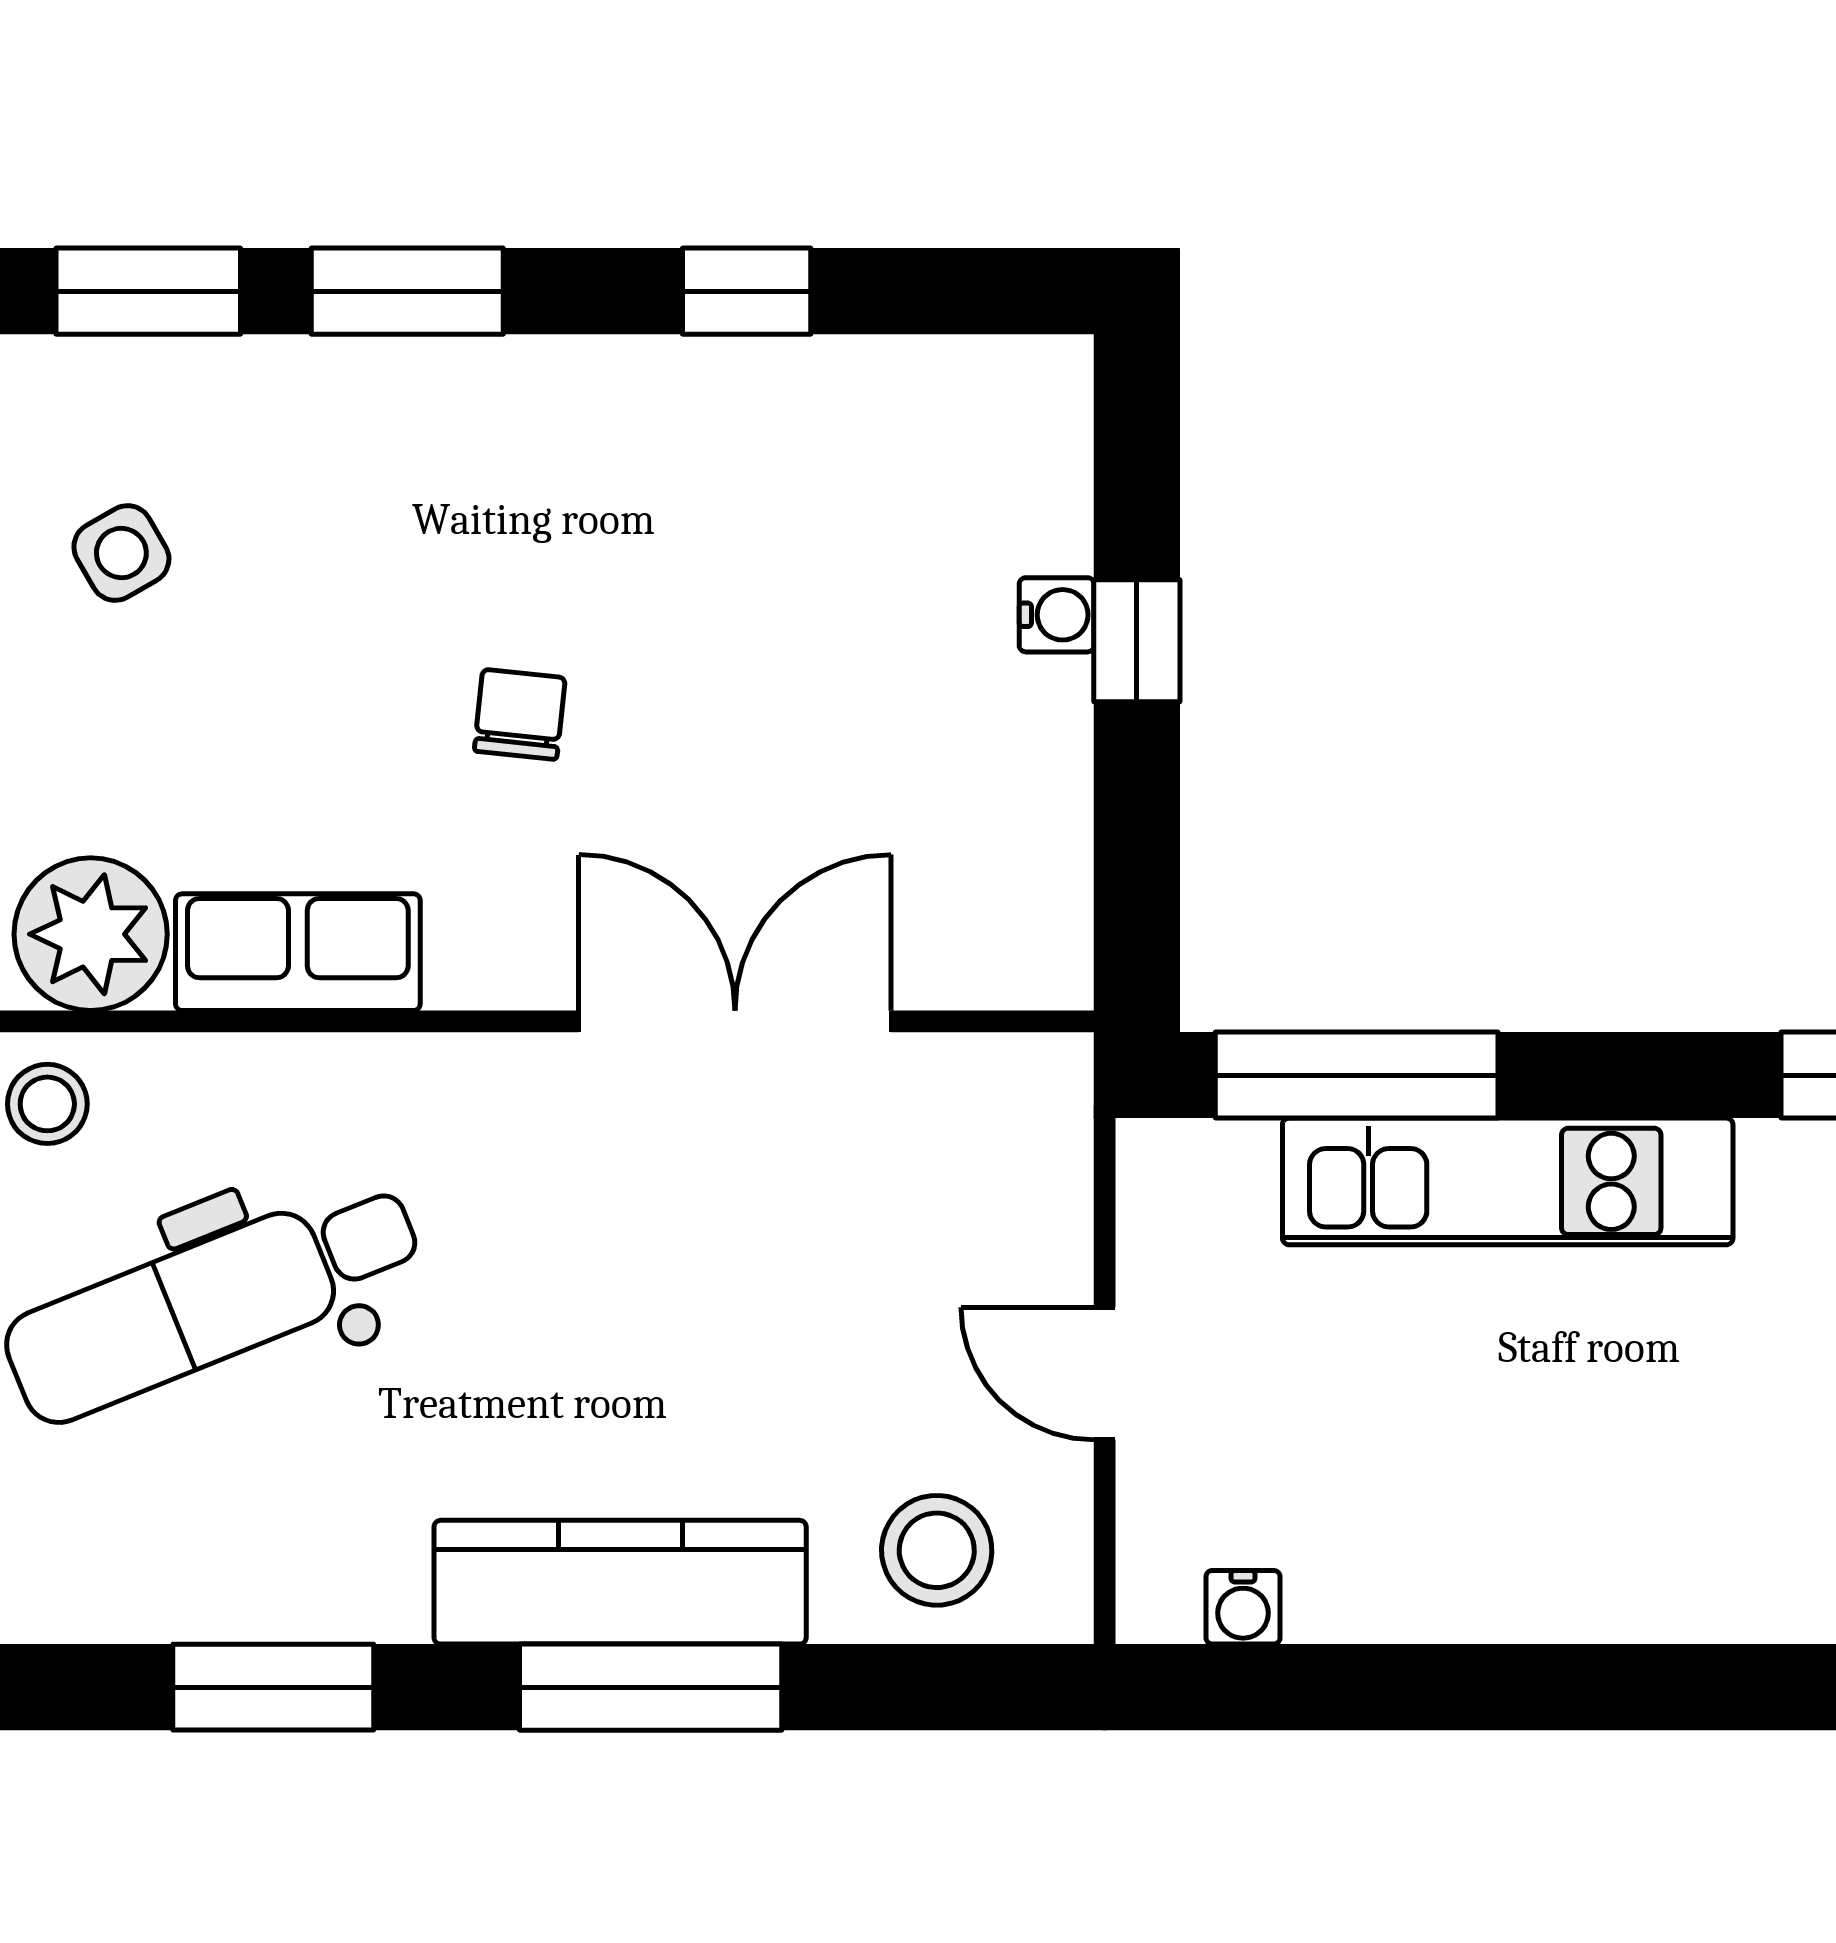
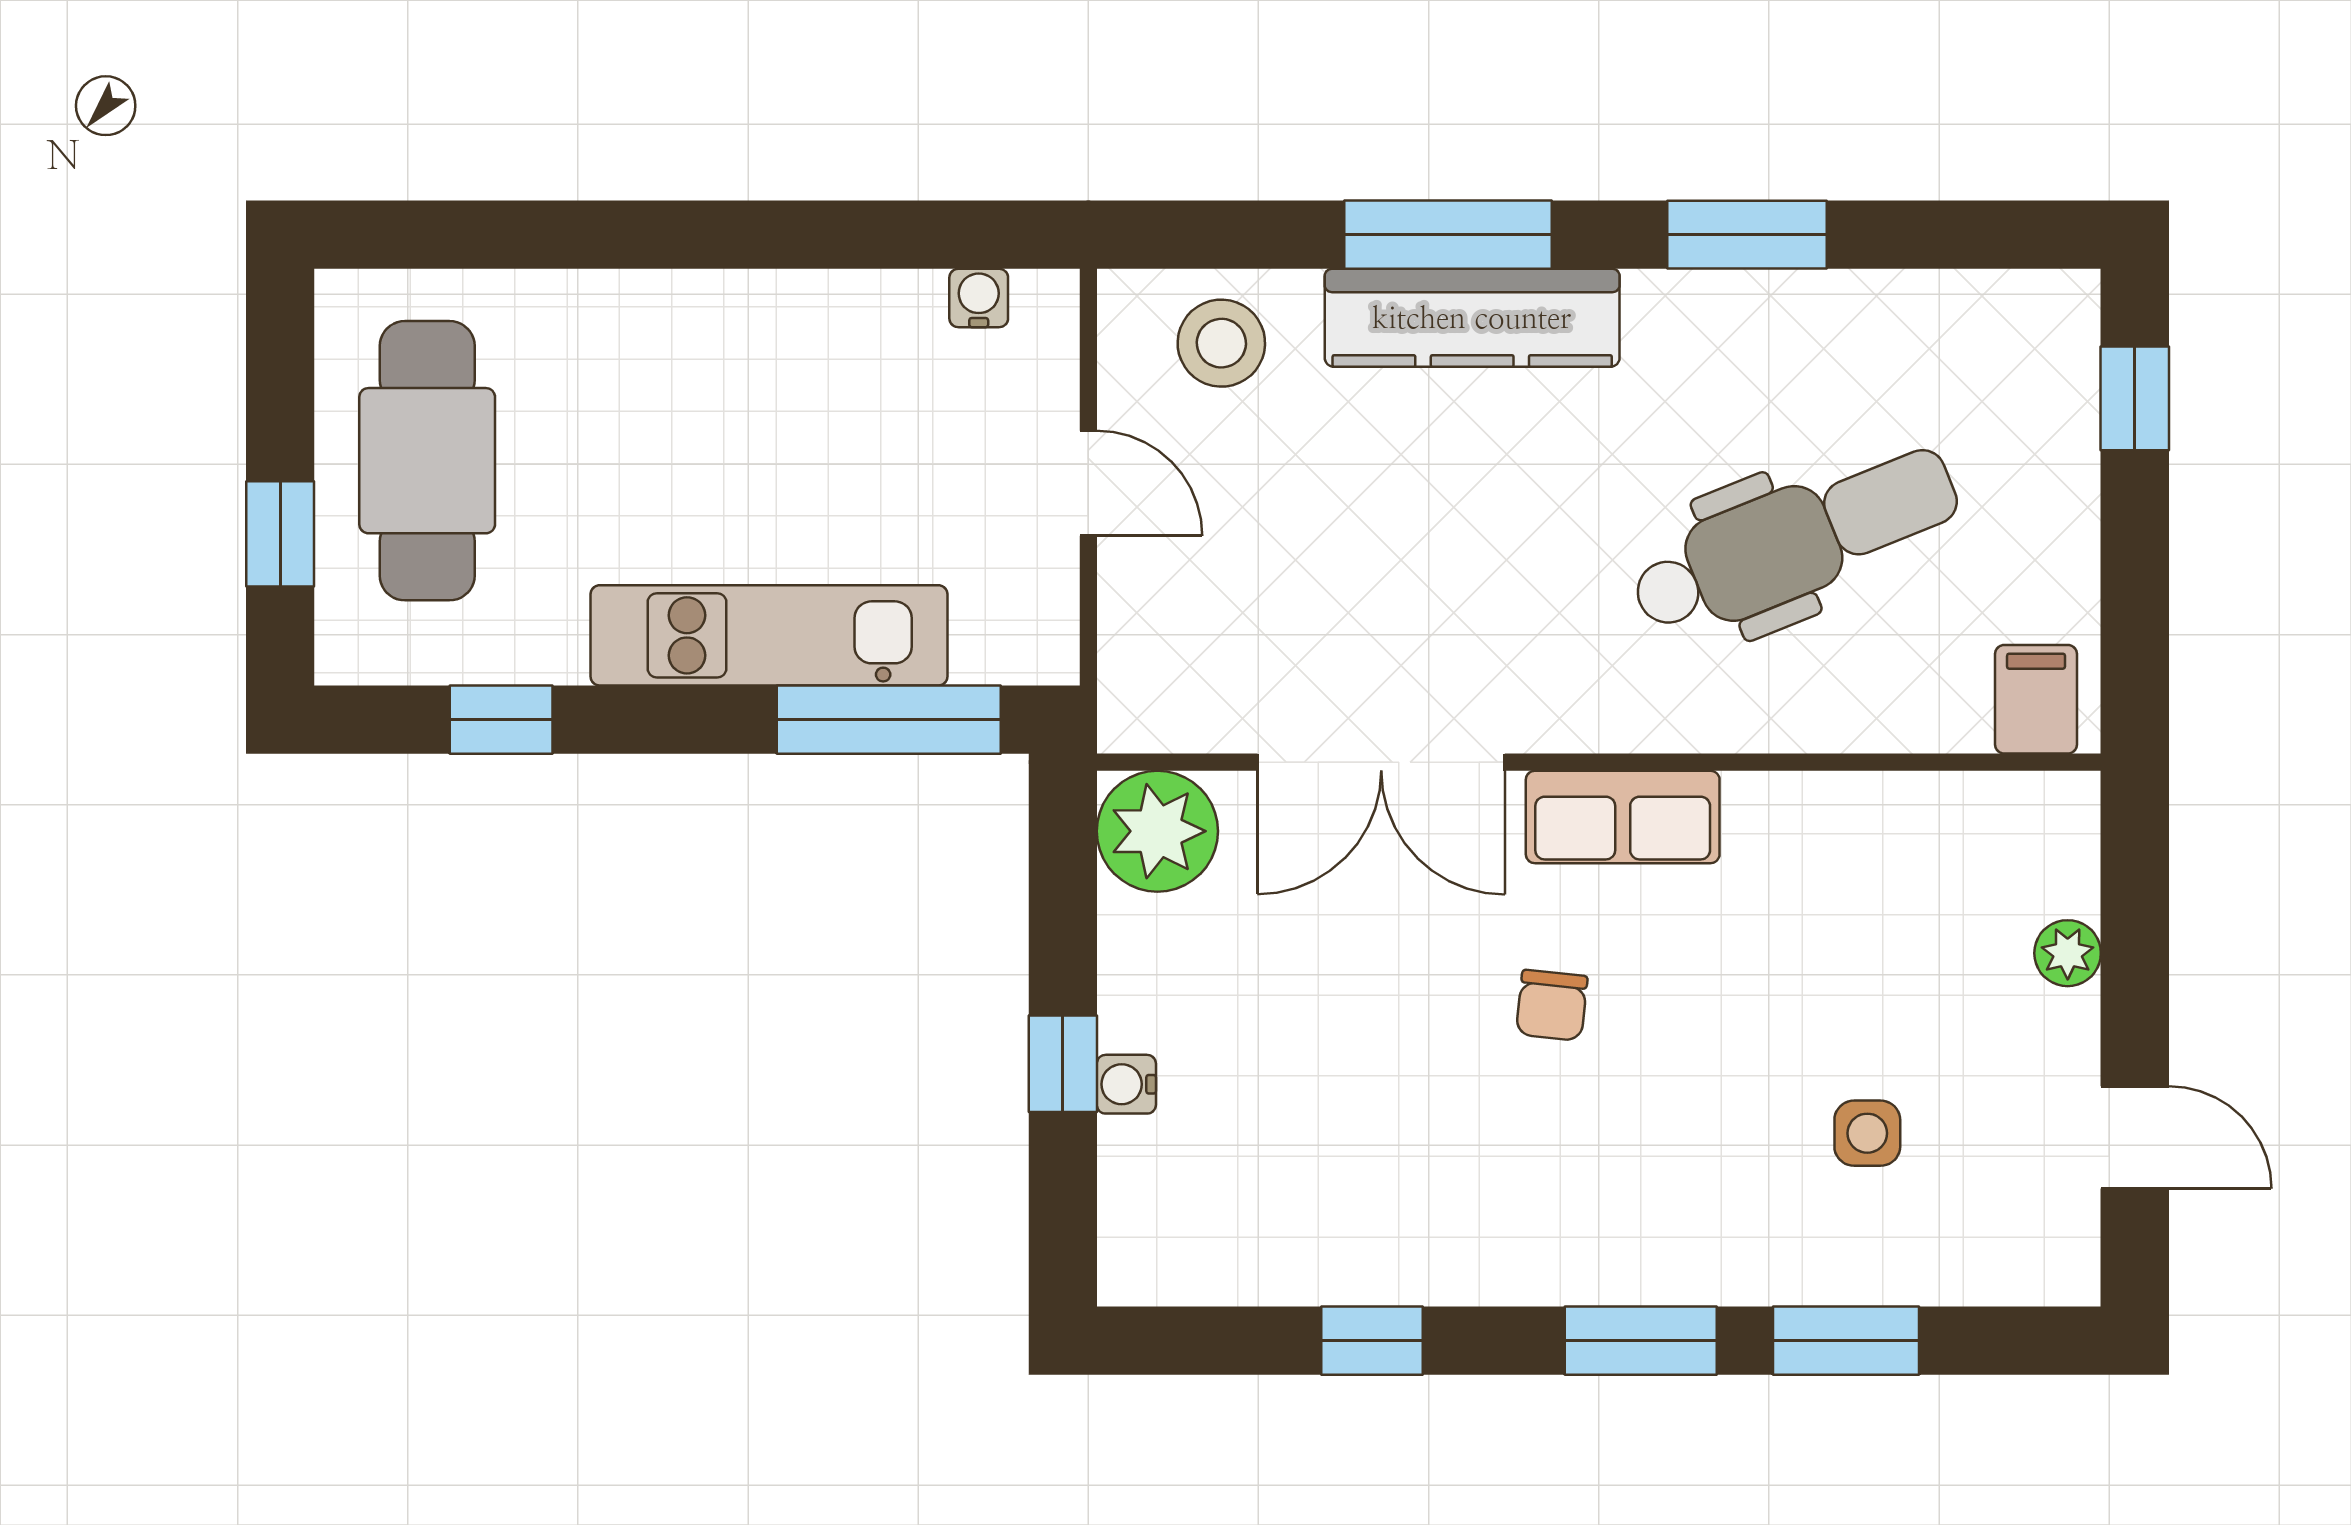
side table: (121, 553) -> (1867, 1133), turned 30
plant: (91, 934) -> (1157, 831), moved
row of seats: (298, 952) -> (1623, 817), moved
stool: (47, 1104) -> (1926, 697), removed

